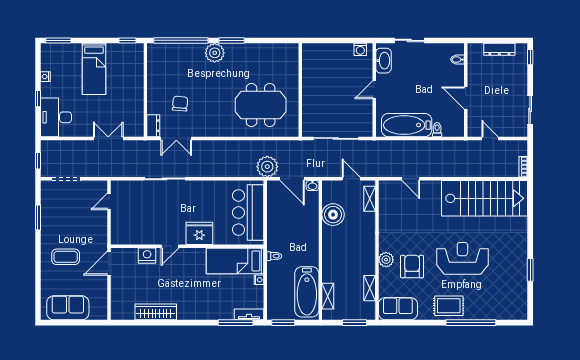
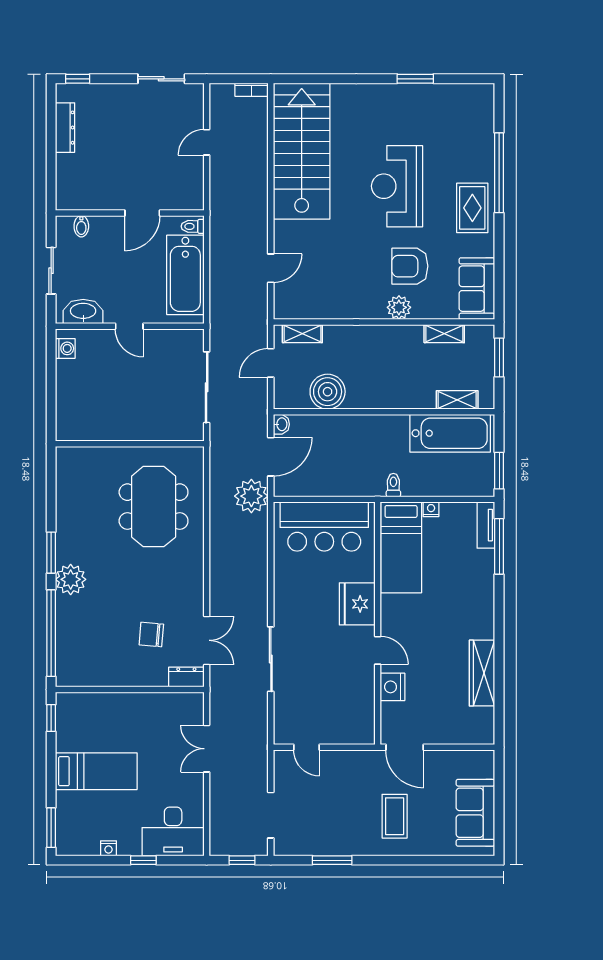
bidet: (457, 60) -> (81, 226), moved
wall: (466, 90) -> (130, 213), moved
door: (466, 98) -> (142, 213), moved

